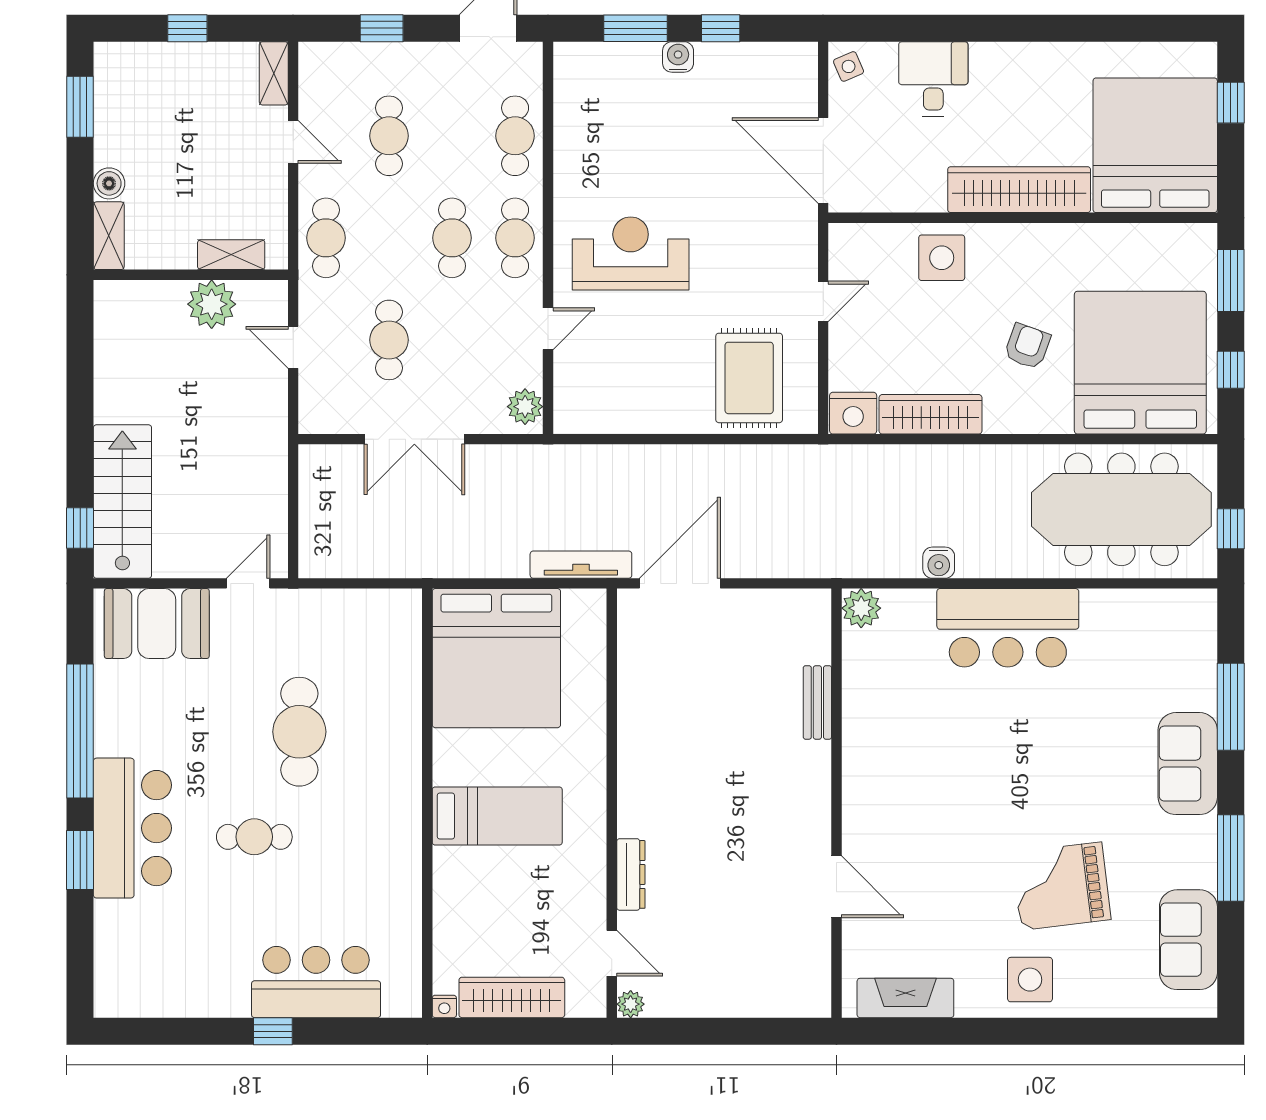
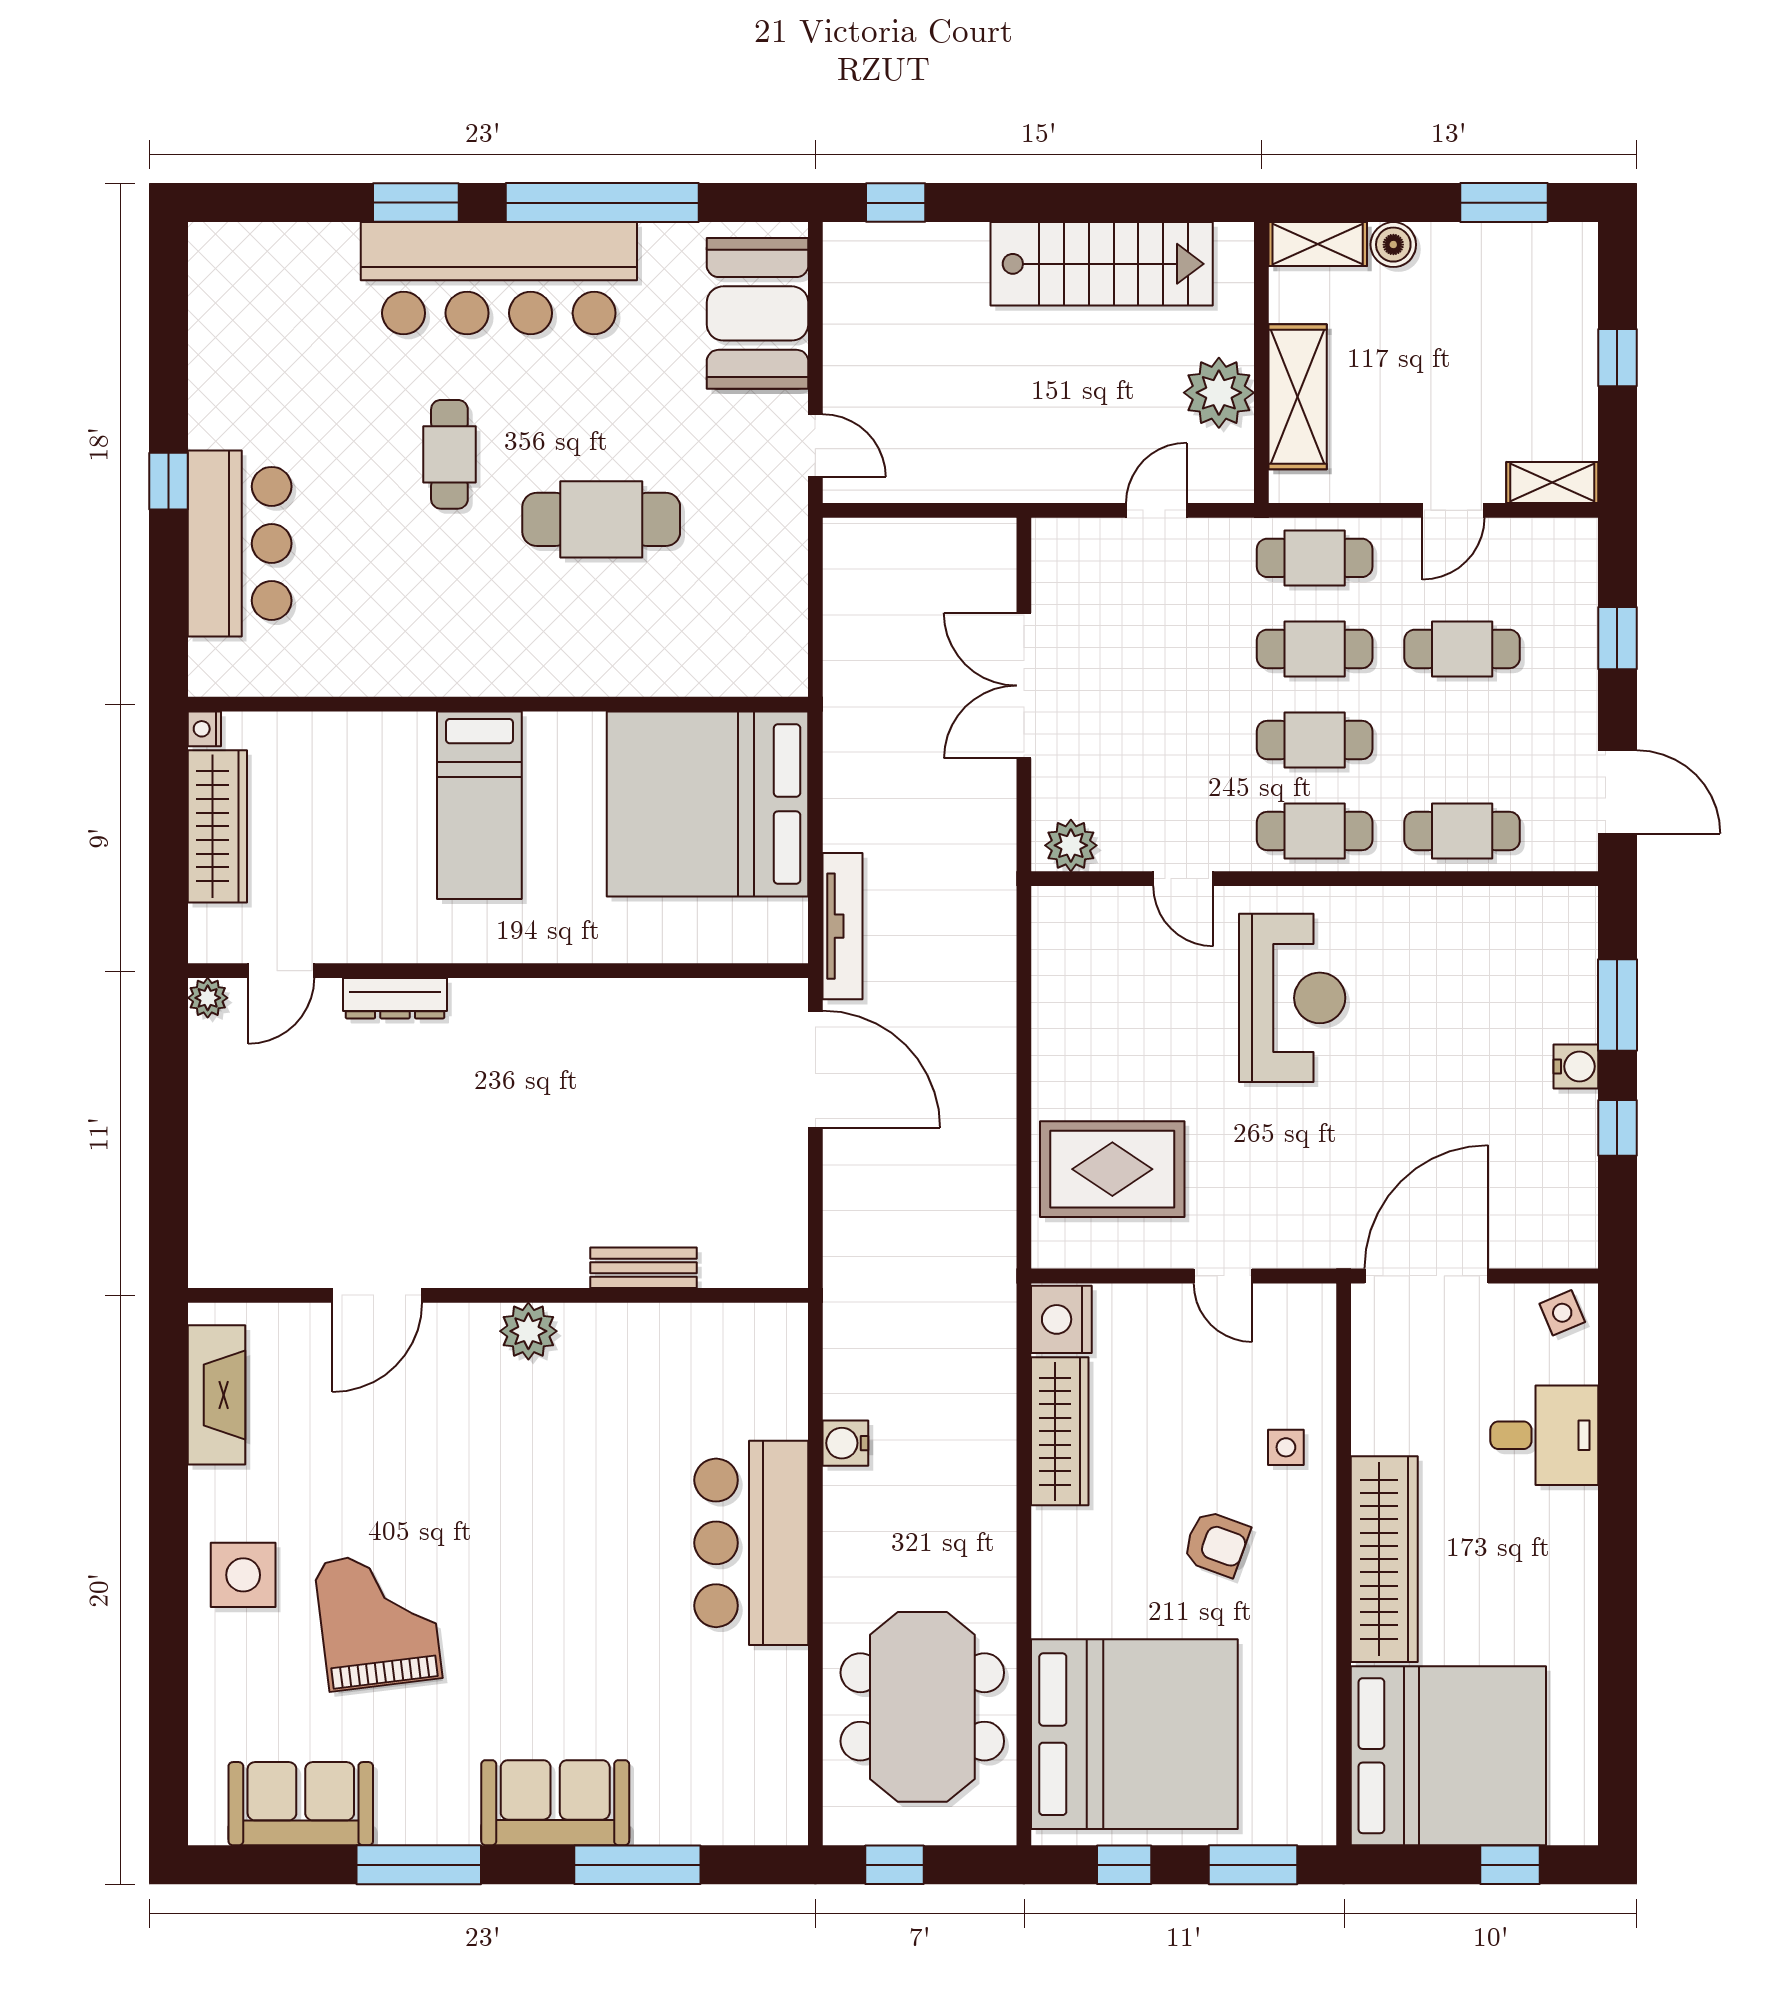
shelving: (231, 255) -> (1298, 397), width x1.50, depth x1.33
side table: (942, 258) -> (1286, 1447), width x0.54, depth x0.54
cafe table: (389, 340) -> (1315, 649), moved
armchair: (1027, 346) -> (1216, 1544), moved
stairs: (122, 502) -> (1102, 264), moved
meeting table: (1121, 509) -> (922, 1707), width x0.73
plant: (861, 608) -> (528, 1331), moved
bar counter: (132, 828) -> (499, 278), width x1.36

